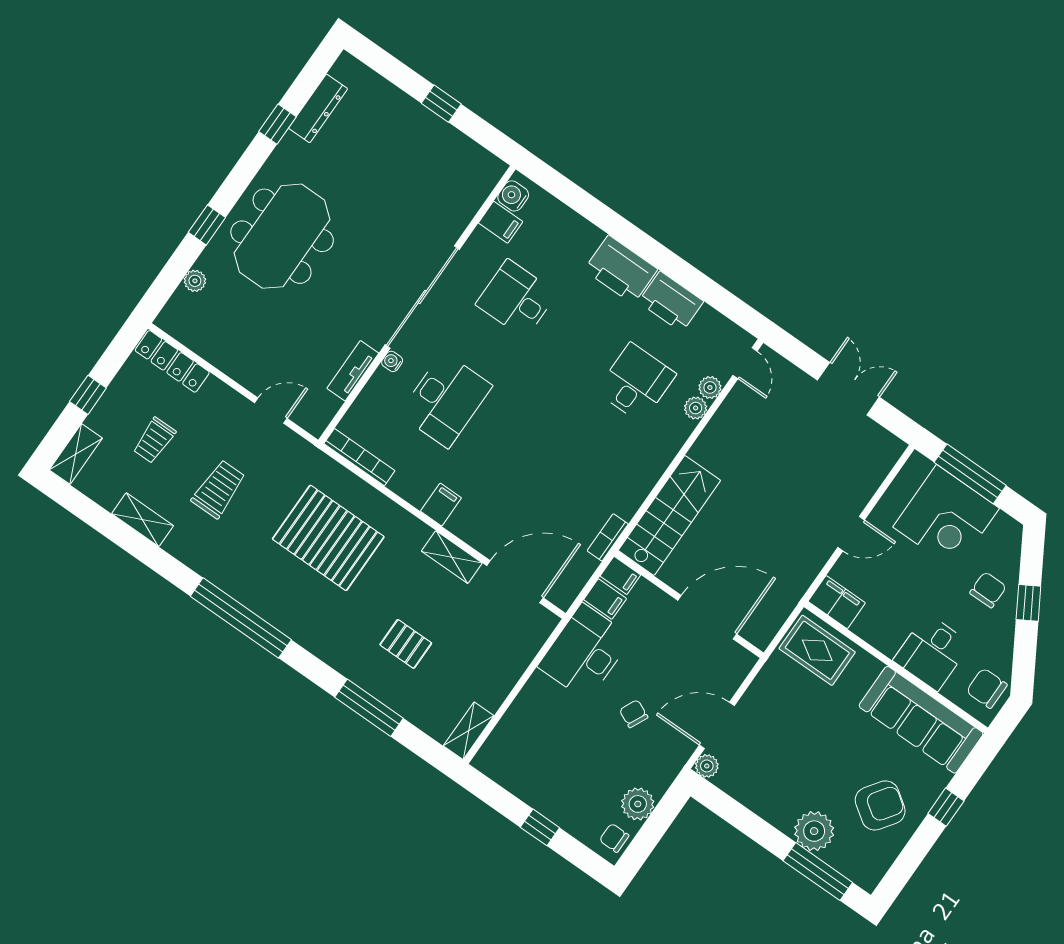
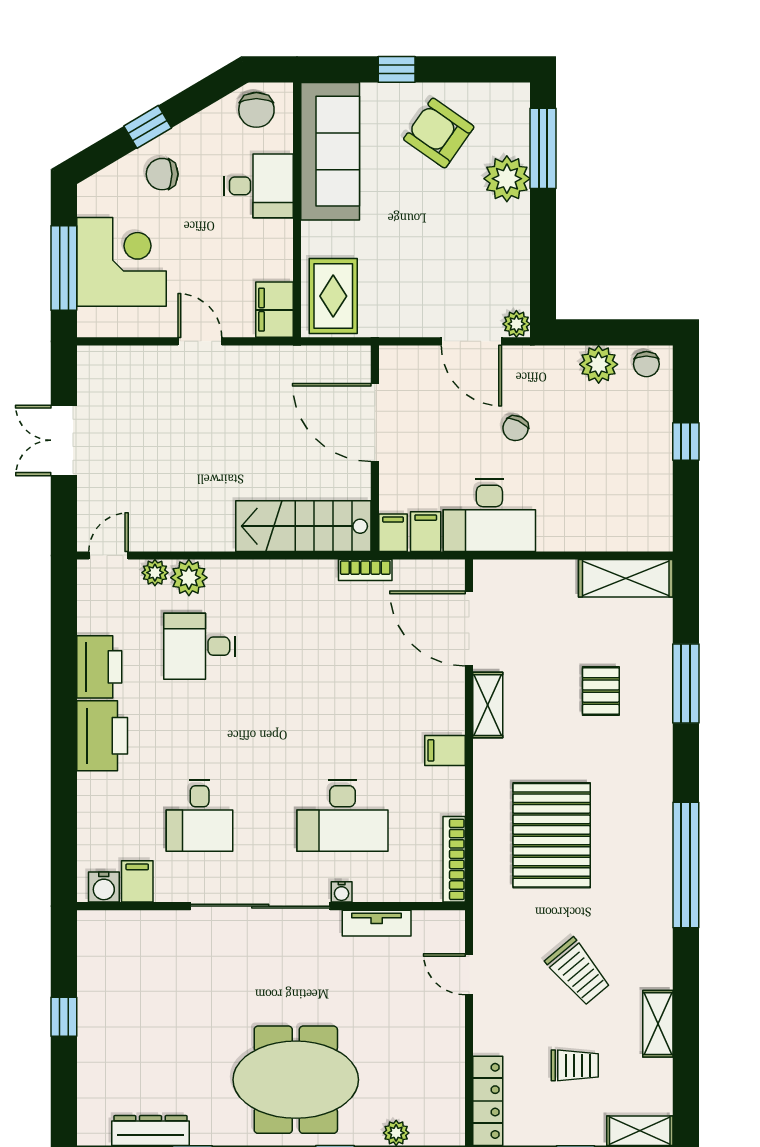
desk: (446, 400) -> (343, 816), turned 180
plant: (696, 408) -> (189, 578), width x1.38, depth x1.38
trolley: (219, 489) -> (578, 972), turned -130
shelving: (469, 731) -> (626, 578), width x1.50, depth x1.33

